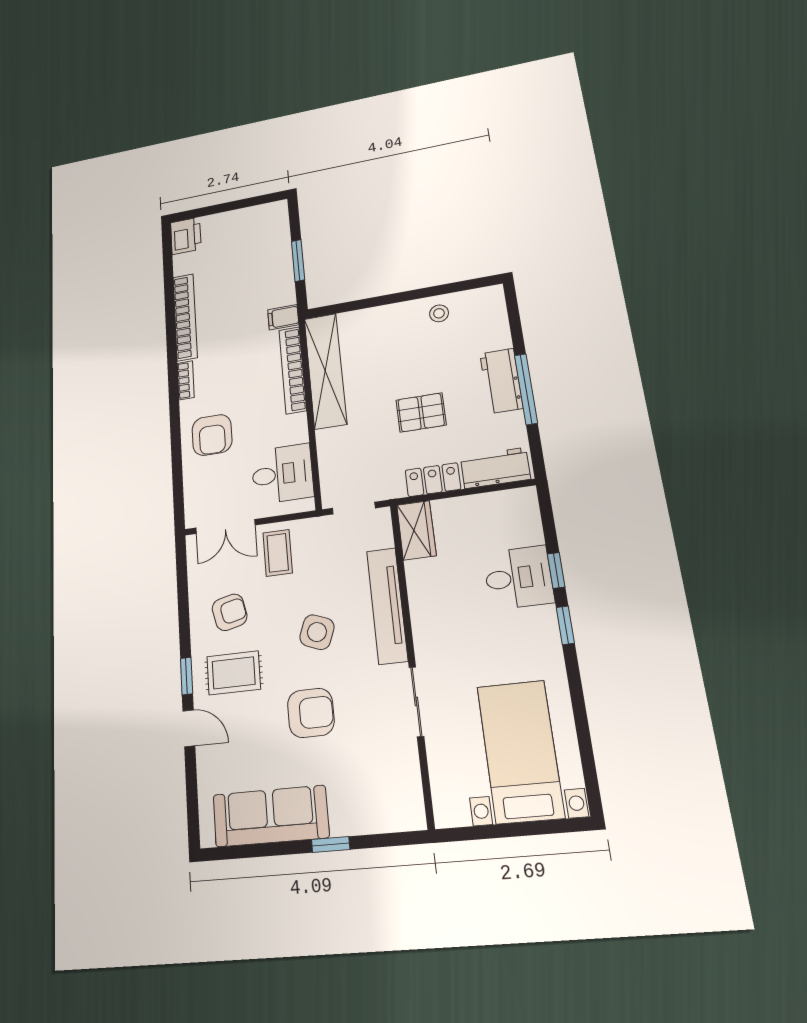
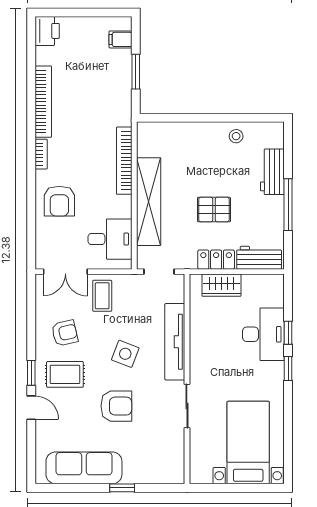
filing cabinet: (283, 317) -> (120, 39), moved
shelving: (325, 371) -> (149, 202), moved
workbench: (501, 381) -> (272, 172), moved
wardrobe: (416, 530) -> (221, 285), moved, turned 90
desk: (518, 578) -> (263, 334), width x1.37

